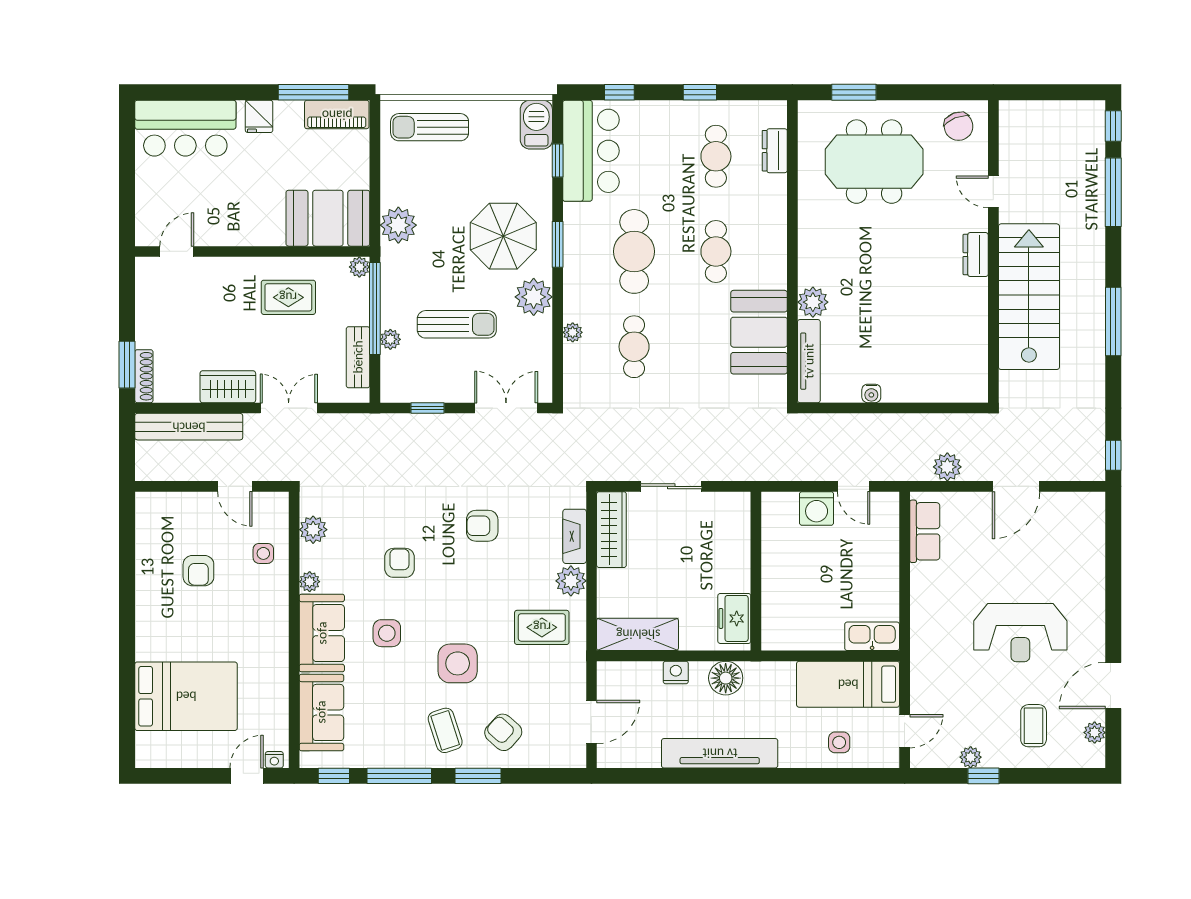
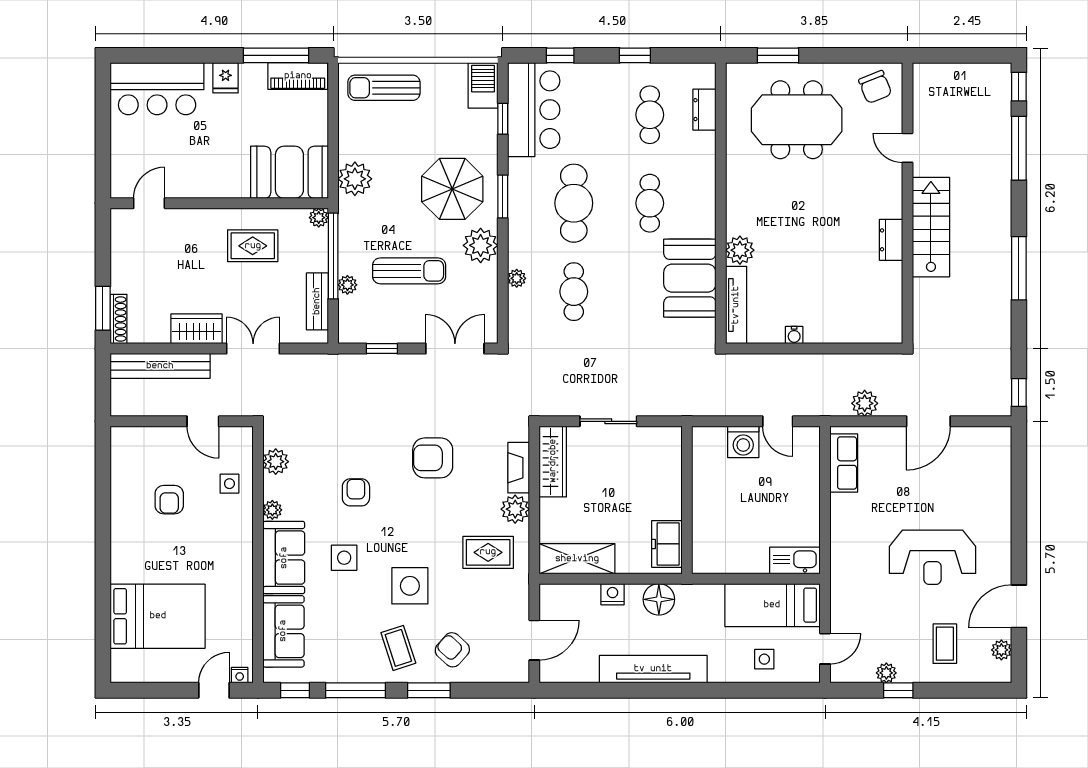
dresser: (976, 255) -> (891, 240), moved
stairs: (1029, 297) -> (931, 227), width x0.73, depth x0.66
armchair: (482, 526) -> (433, 458), width x1.38, depth x1.38

